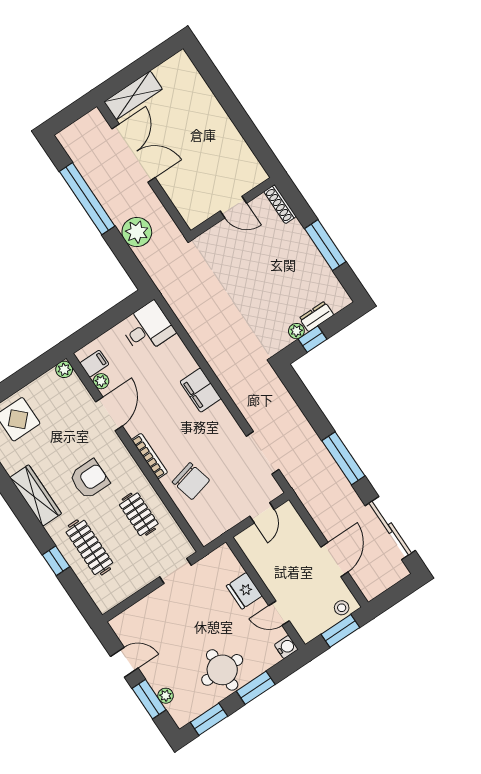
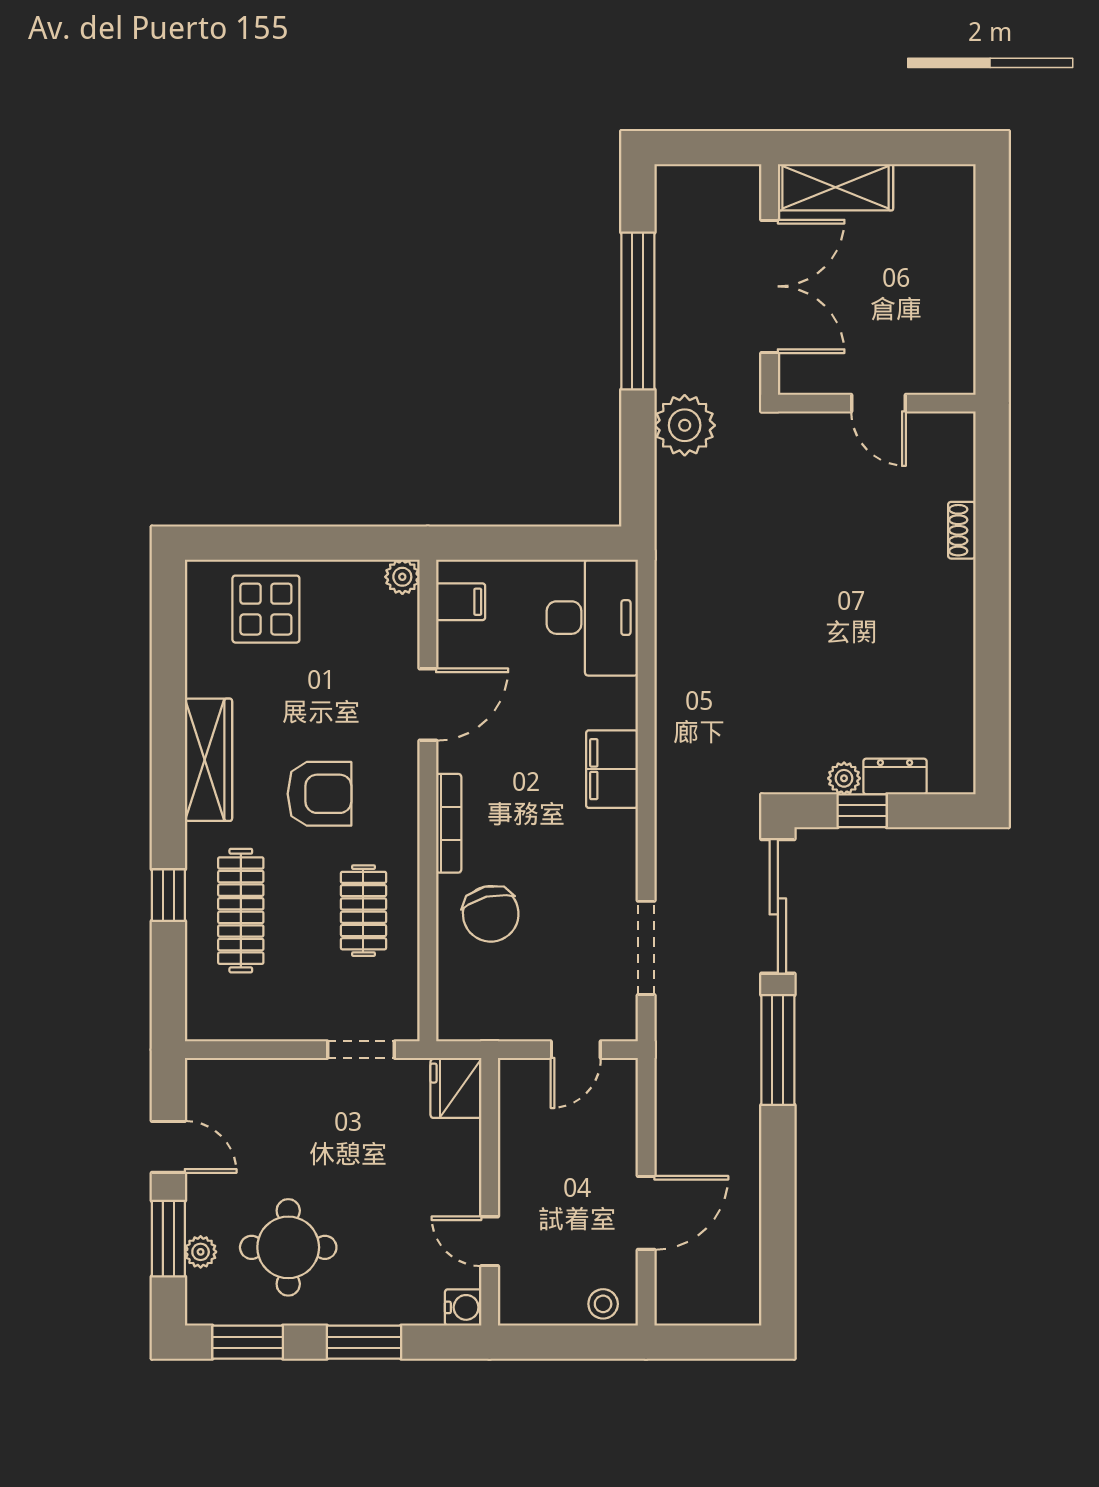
shoe rack: (280, 204) -> (962, 530), width x0.70
door: (233, 207) -> (878, 403), moved
wall: (233, 208) -> (877, 403), moved
window: (325, 245) -> (992, 664), removed
desk: (147, 328) -> (592, 618), width x1.37
plant: (101, 381) -> (452, 639), removed
sliding door: (390, 528) -> (778, 906), moved
fridge: (244, 591) -> (456, 1088), moved
window: (340, 631) -> (574, 1342), removed
round table: (222, 670) -> (288, 1247), moved

